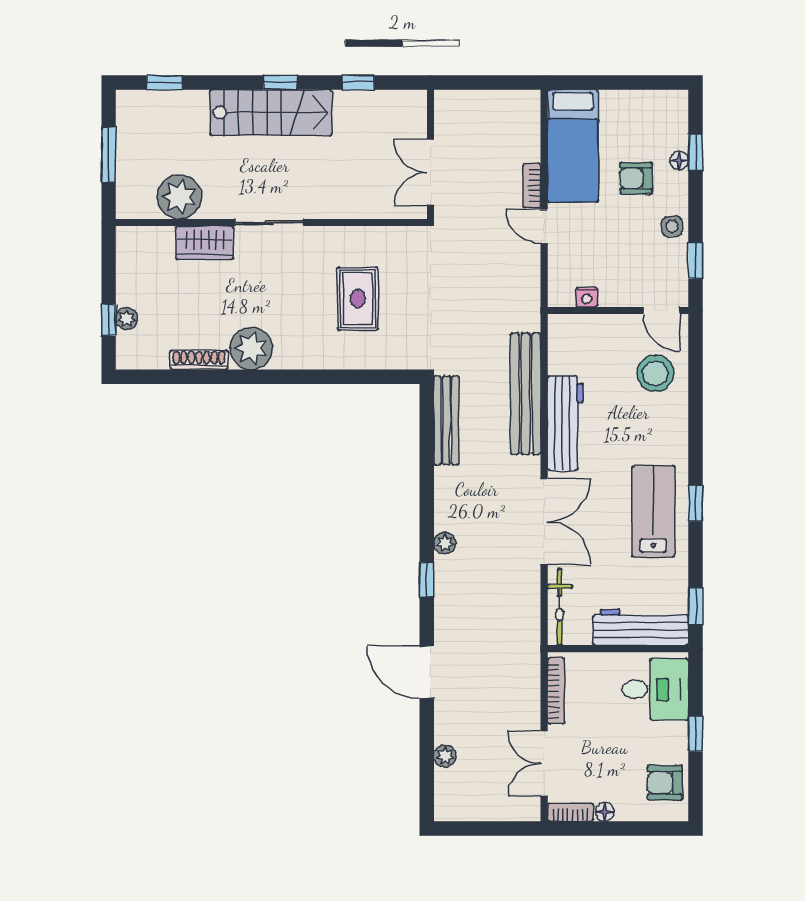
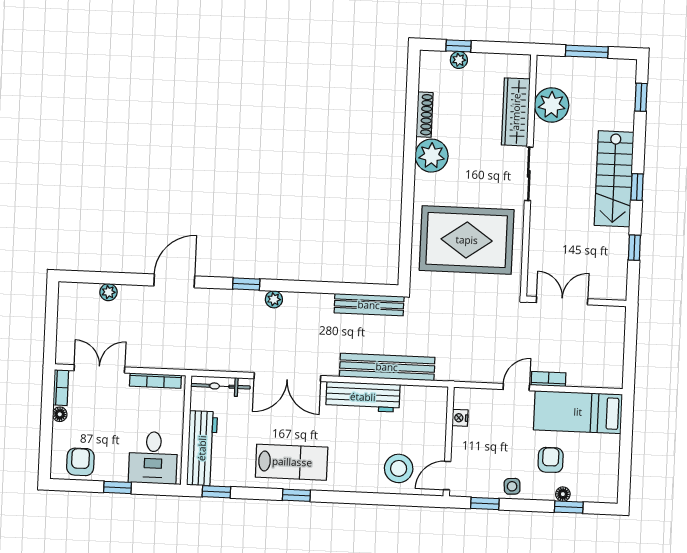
wardrobe: (205, 243) -> (516, 112), width x1.50
rug: (358, 299) -> (467, 240), width x1.86, depth x2.06

